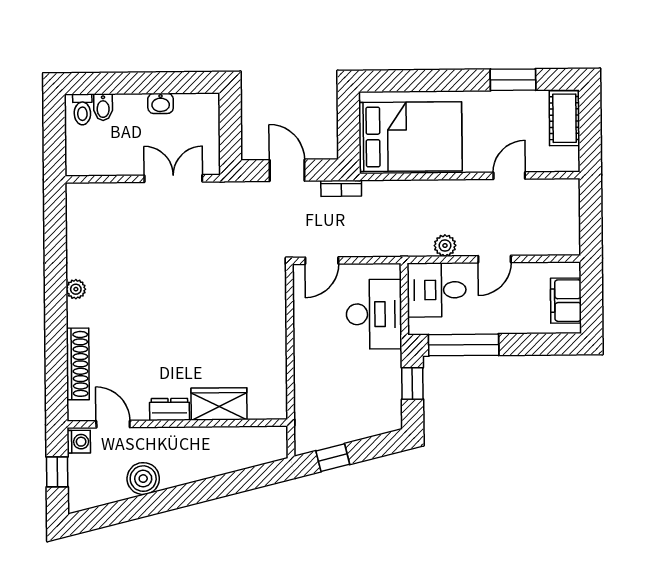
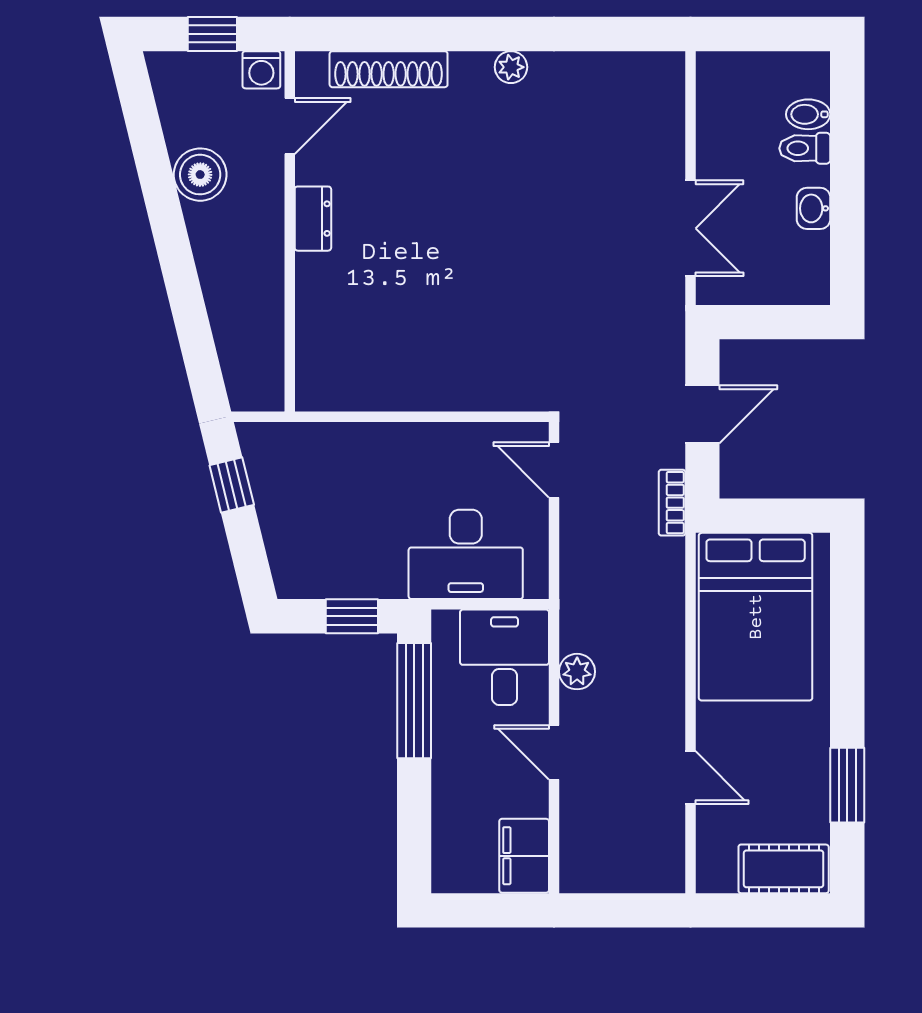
toilet: (82, 109) -> (805, 148), moved
filing cabinet: (566, 301) -> (524, 856), moved, turned -90
wardrobe: (219, 404) -> (321, 300), removed

